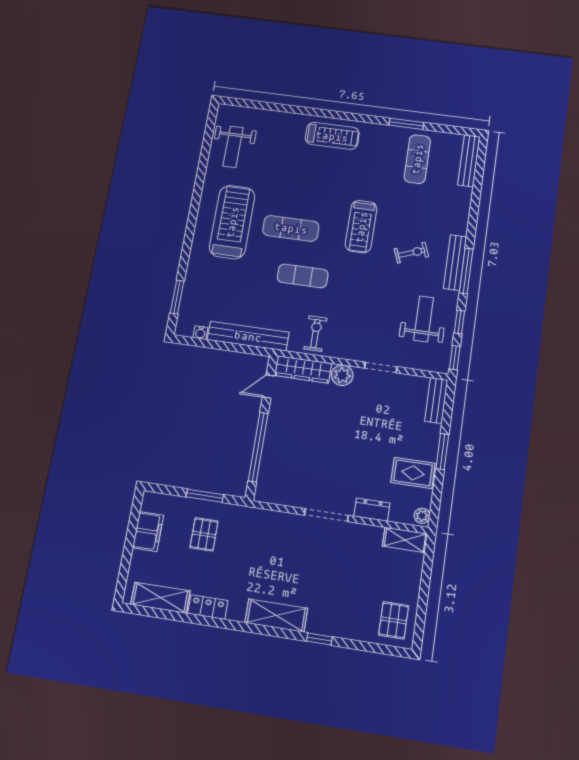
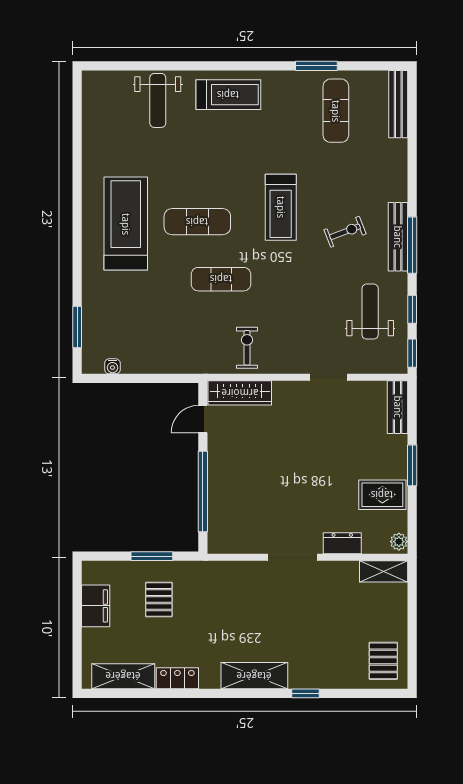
weight bench: (233, 147) -> (158, 100), moved
bench: (248, 336) -> (169, 362), removed
plant: (342, 375) -> (286, 393), removed

